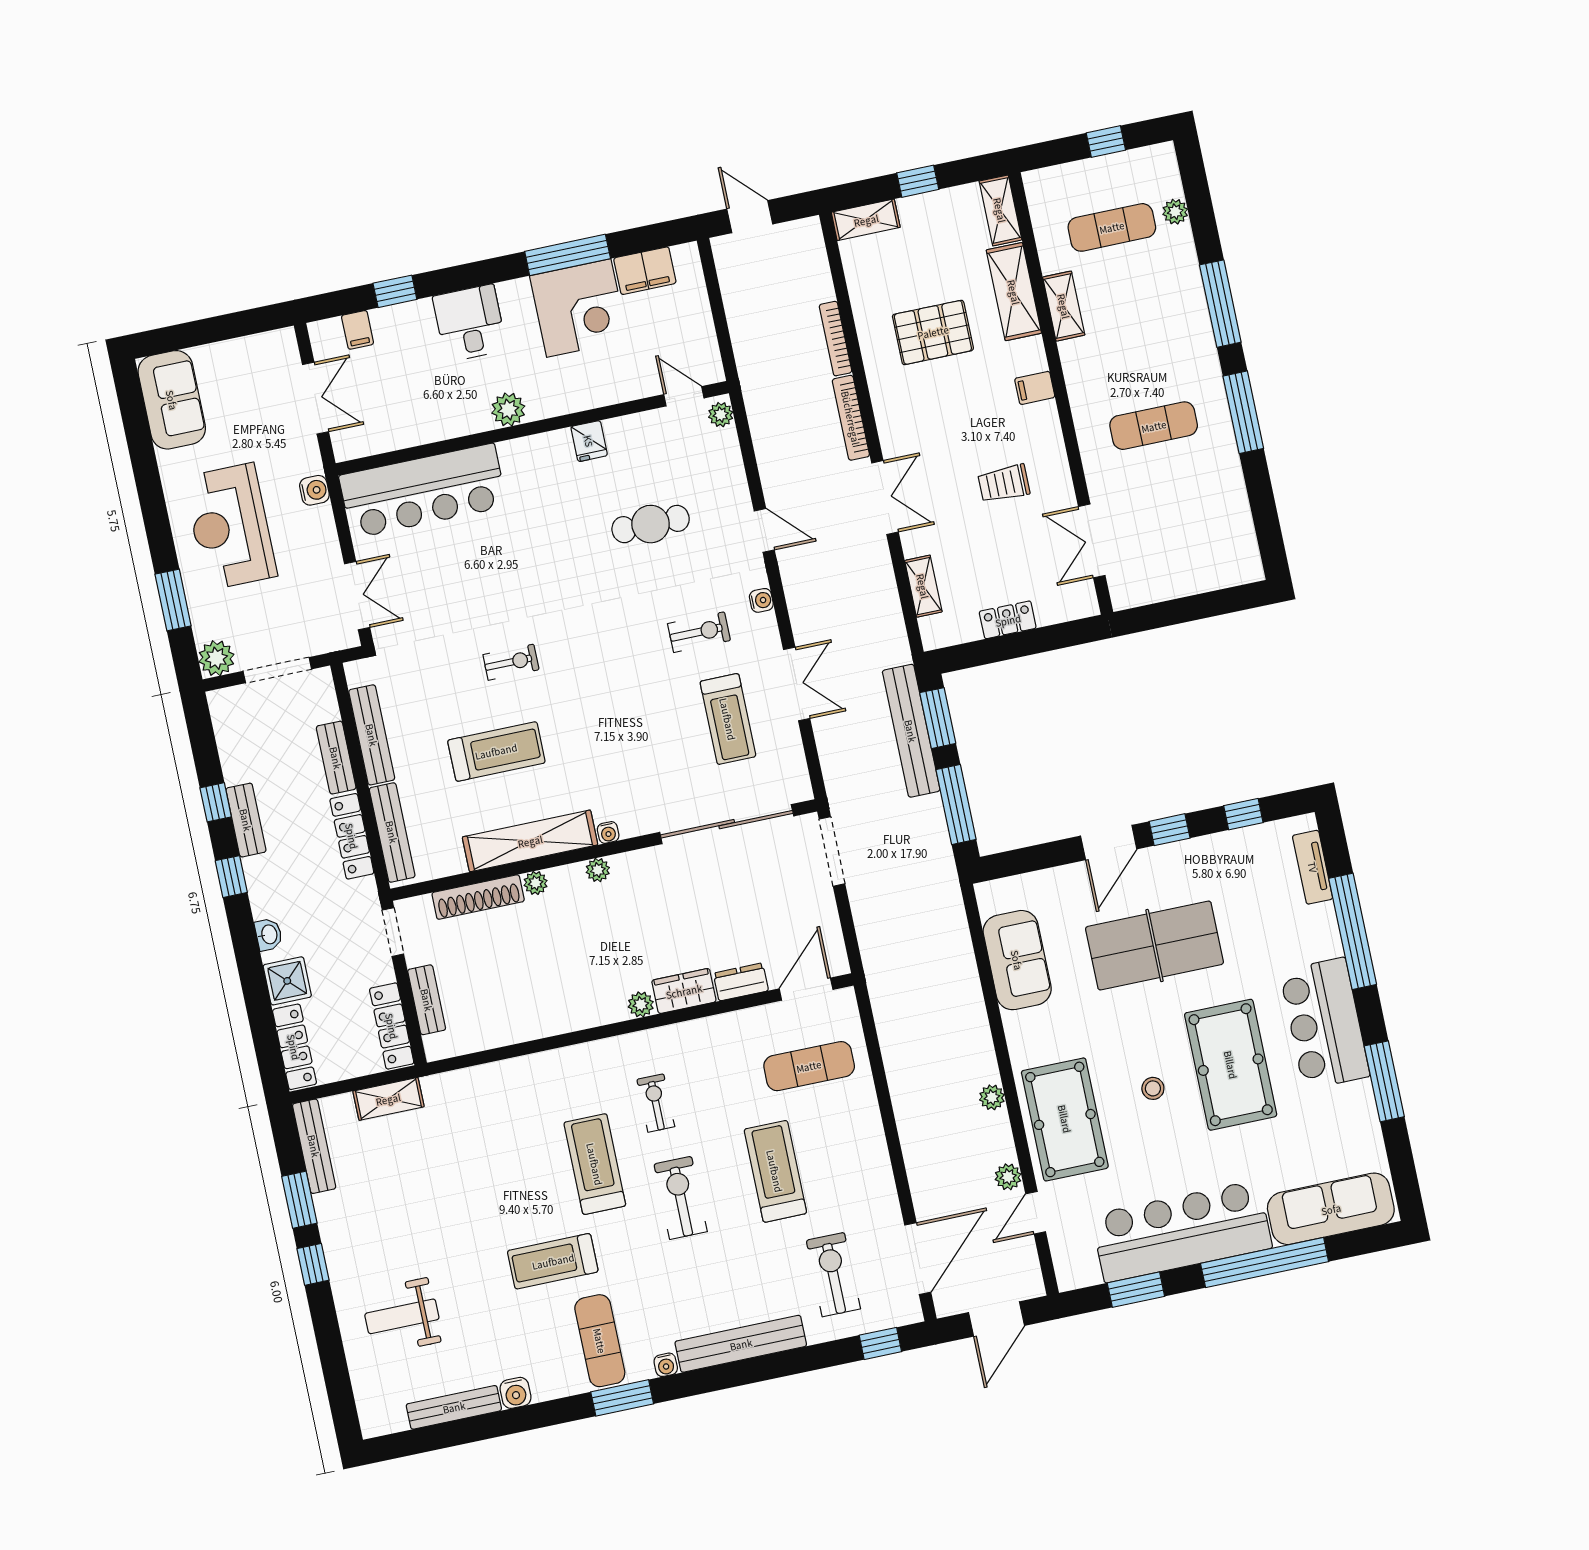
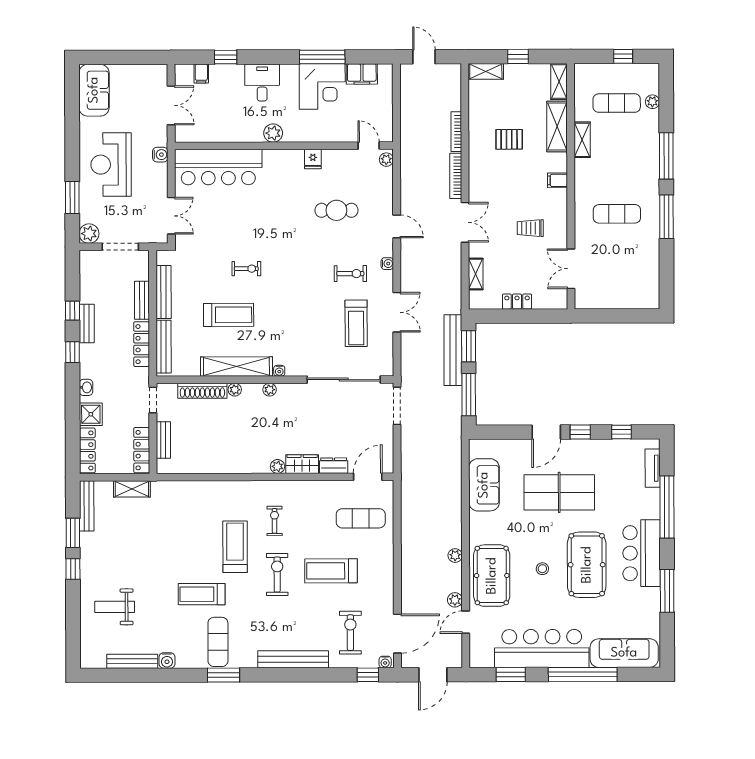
pallet: (933, 332) -> (509, 139), width x0.67, depth x0.71
treadmill: (775, 1171) -> (331, 571), turned -90
water cooler: (666, 1365) -> (385, 662), moved

